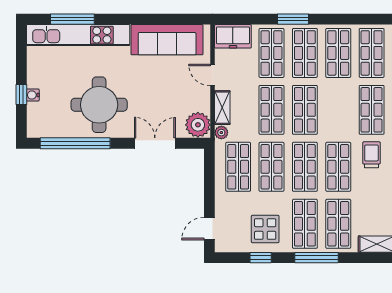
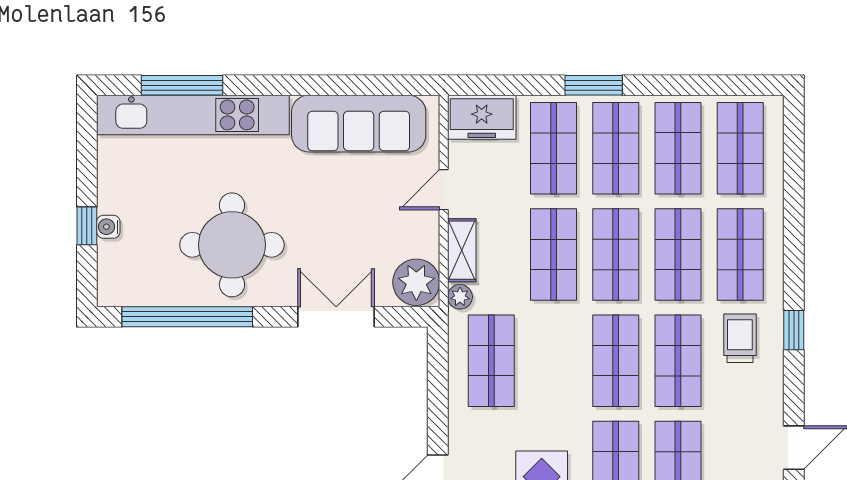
door: (213, 75) -> (444, 190), hinge flipped
shop shelf: (271, 167) -> (678, 254), moved

